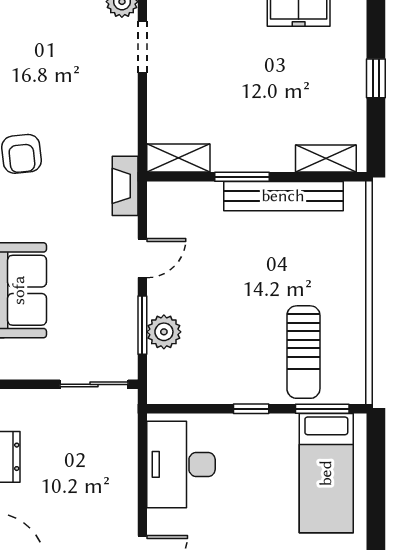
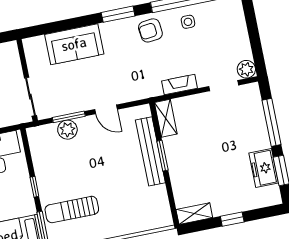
side table: (20, 86) -> (188, 22), added
shelving: (326, 159) -> (194, 214), moved, turned 90
fireplace: (125, 186) -> (180, 85), moved
bench: (283, 196) -> (150, 151), moved

